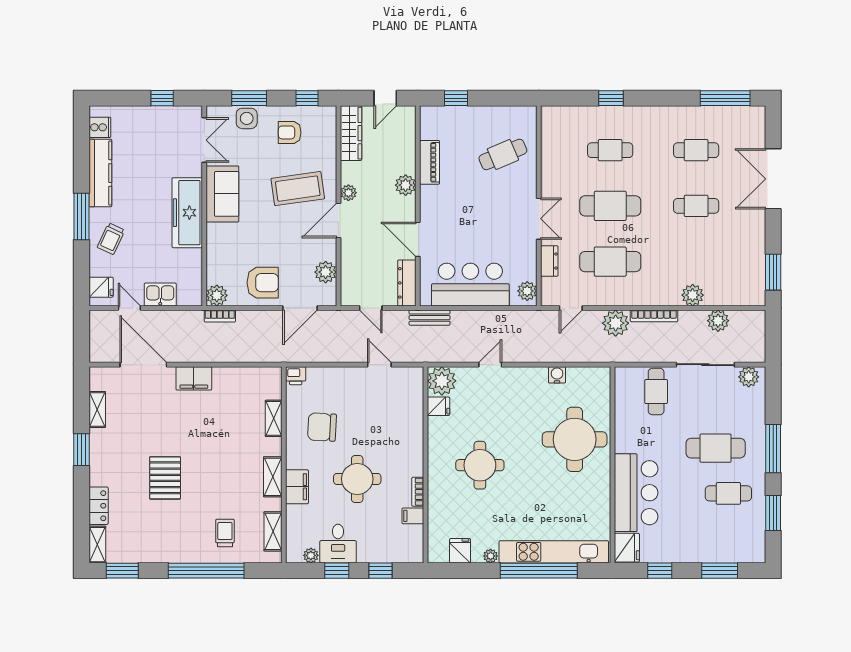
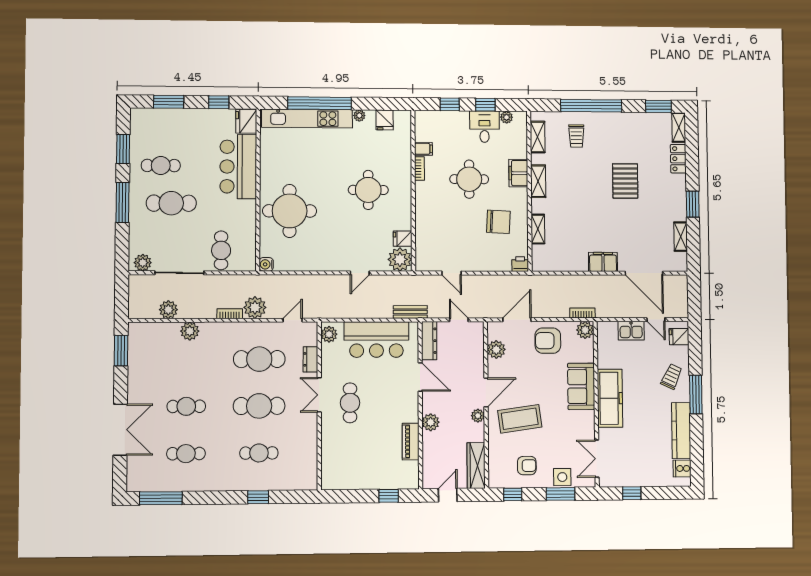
cafe table: (503, 154) -> (350, 403), moved, turned -67
sofa: (222, 194) -> (581, 386), moved
bookcase: (654, 316) -> (230, 314), width x0.64
water cooler: (557, 375) -> (266, 264), moved, turned 90

